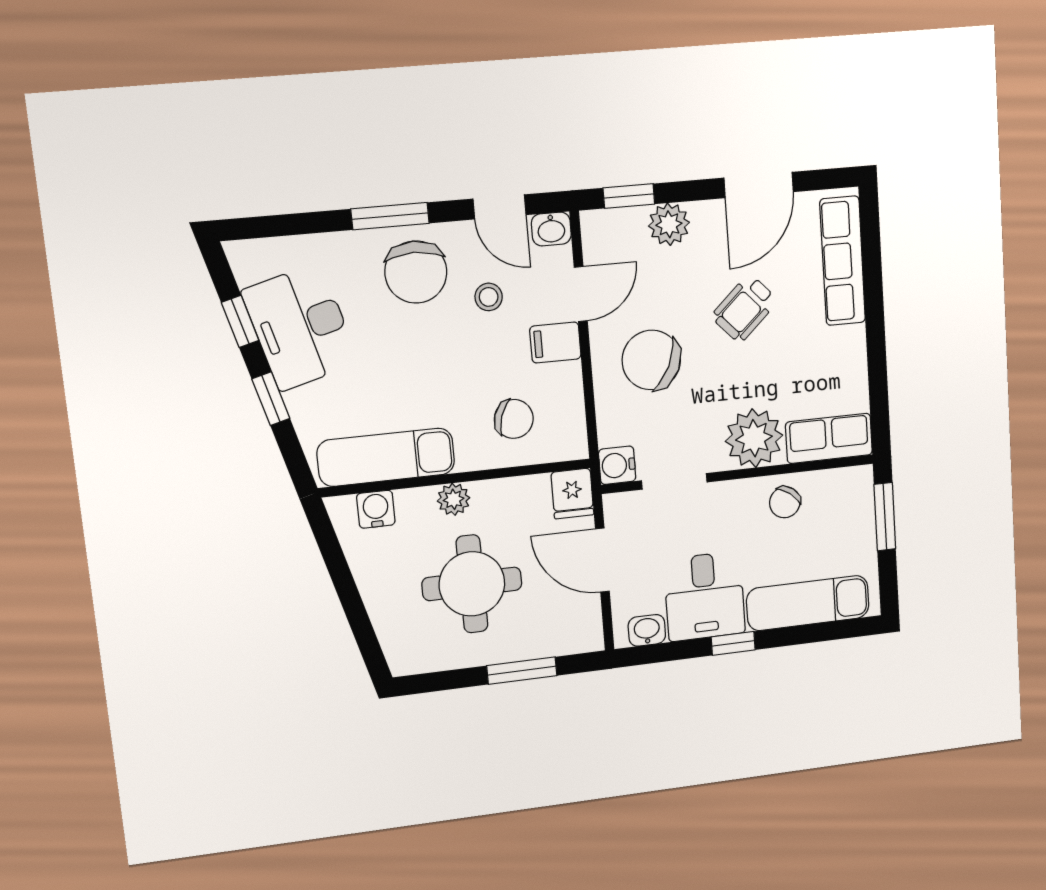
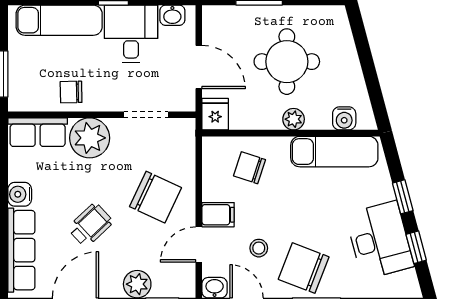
chair: (416, 272) -> (304, 268), turned -69
water cooler: (617, 465) -> (20, 194), moved, turned 180
chair: (785, 502) -> (71, 92), turned -128

